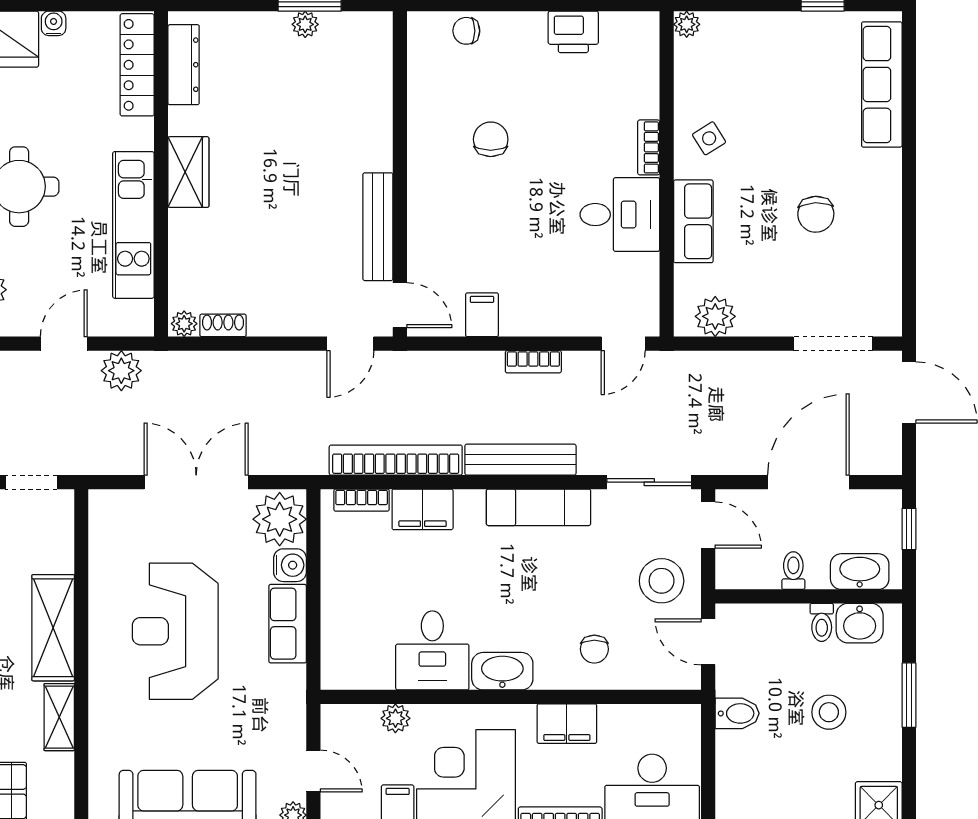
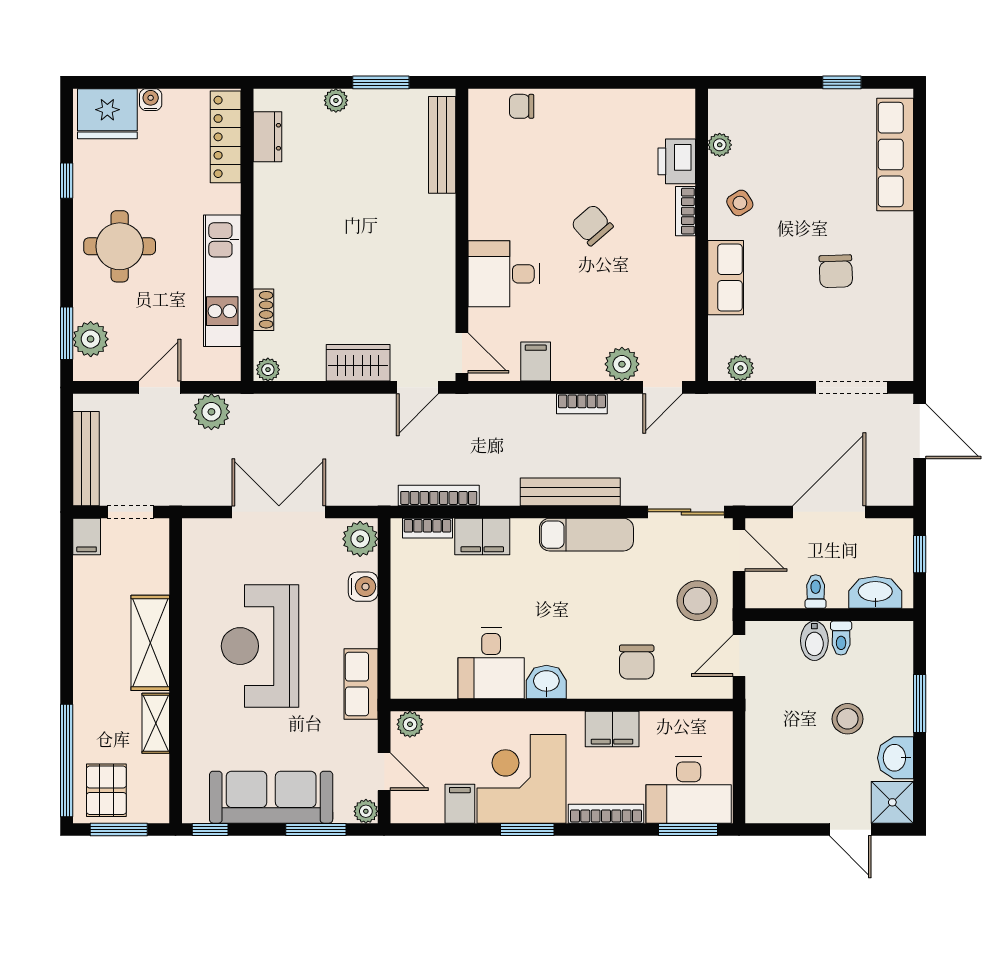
plant: (305, 24) -> (336, 100), moved
plant: (687, 24) -> (720, 145), moved
printer: (573, 32) -> (677, 161), moved, turned 90
dresser: (184, 65) -> (267, 137), width x0.70
chair: (491, 139) -> (592, 225), moved, turned -41
wardrobe: (188, 172) -> (358, 363), moved, turned -90
desk: (620, 215) -> (504, 274), moved, turned 180
bench: (378, 227) -> (442, 145), moved
plant: (715, 316) -> (740, 368), width x0.73, depth x0.73
plant: (578, 318) -> (622, 364), added
shoe rack: (223, 325) -> (263, 310), moved, turned 90
bookcase: (396, 460) -> (439, 495), width x0.68, depth x0.76
plant: (280, 519) -> (360, 539), width x0.73, depth x0.73
washbasin: (860, 623) -> (896, 758), moved, turned 90
row of seats: (288, 624) -> (361, 684), moved
door: (708, 642) -> (739, 656), hinge flipped
chair: (594, 649) -> (637, 662), width x1.37, depth x1.37
washbasin: (502, 671) -> (546, 682), width x0.72
bidet: (737, 713) -> (814, 641), moved, turned 90
plant: (395, 718) -> (410, 724), moved

